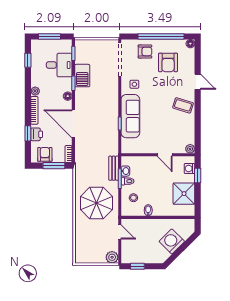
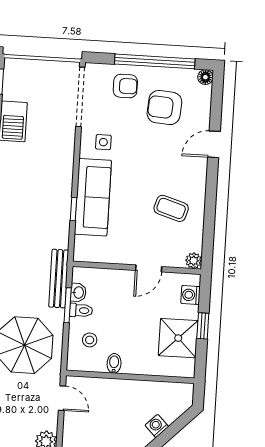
armchair: (168, 62) -> (164, 108), turned 94
door: (198, 82) -> (214, 144), swing flipped
coffee table: (183, 105) -> (171, 208), moved
door: (165, 155) -> (149, 268), hinge flipped
bench: (114, 168) -> (59, 279), width x1.36
window: (198, 175) -> (203, 326), moved
washing machine: (172, 241) -> (157, 426), width x0.53, depth x0.53

